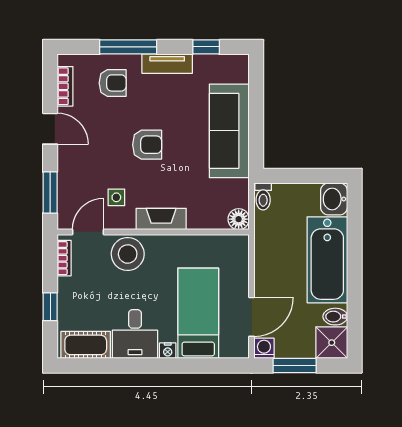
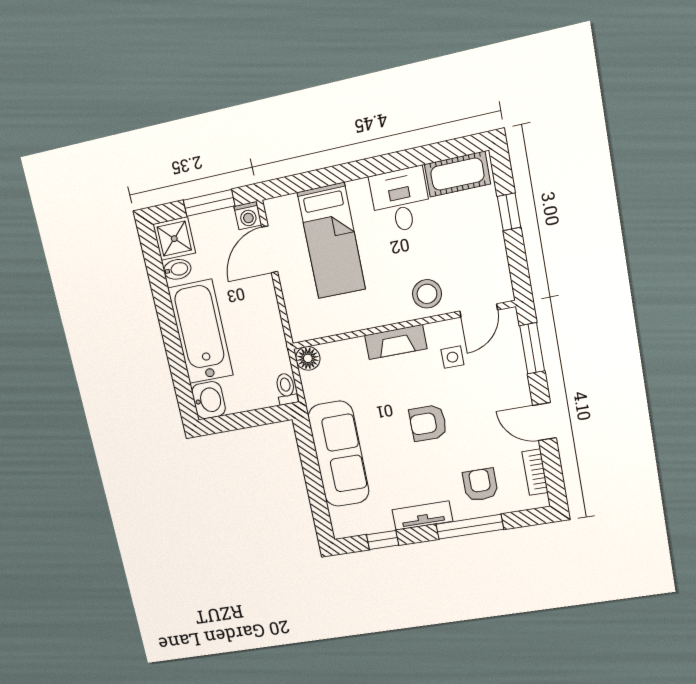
armchair: (113, 83) -> (480, 485), turned 90
stool: (128, 254) -> (427, 294), width x0.73, depth x0.73
bookcase: (64, 258) -> (502, 274), removed
nightstand: (168, 351) -> (358, 189), removed

